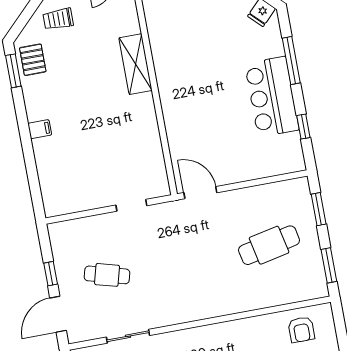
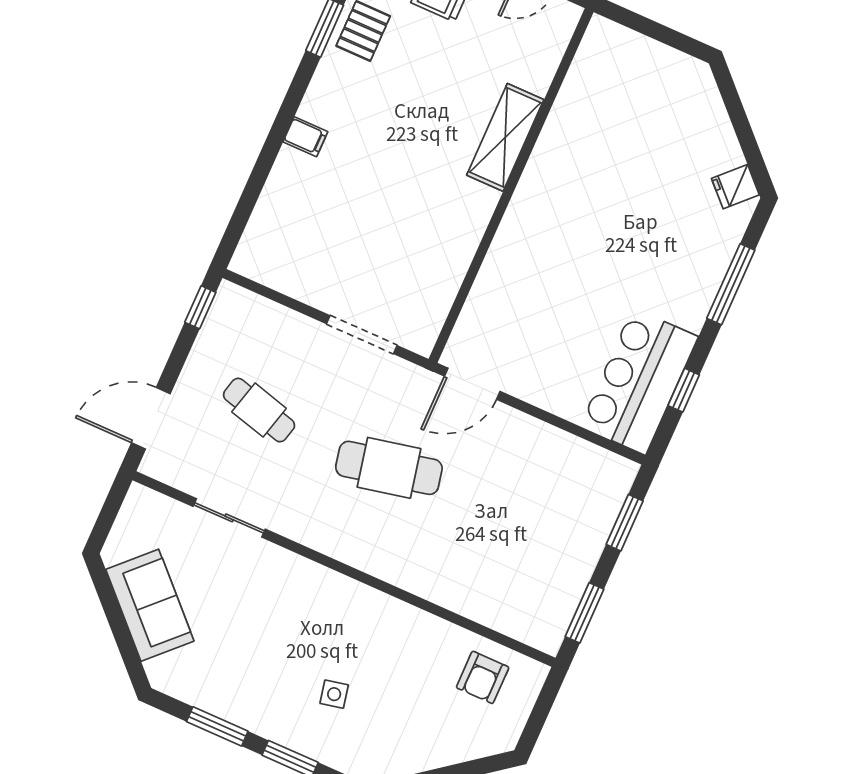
bar counter: (272, 97) -> (639, 381), moved
door: (200, 193) -> (472, 384), swing flipped
doorway: (131, 205) -> (362, 335), width x1.38
cafe table: (269, 245) -> (389, 468), moved
window: (51, 274) -> (200, 307), moved

